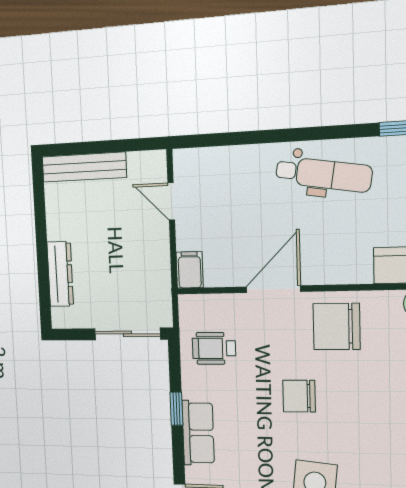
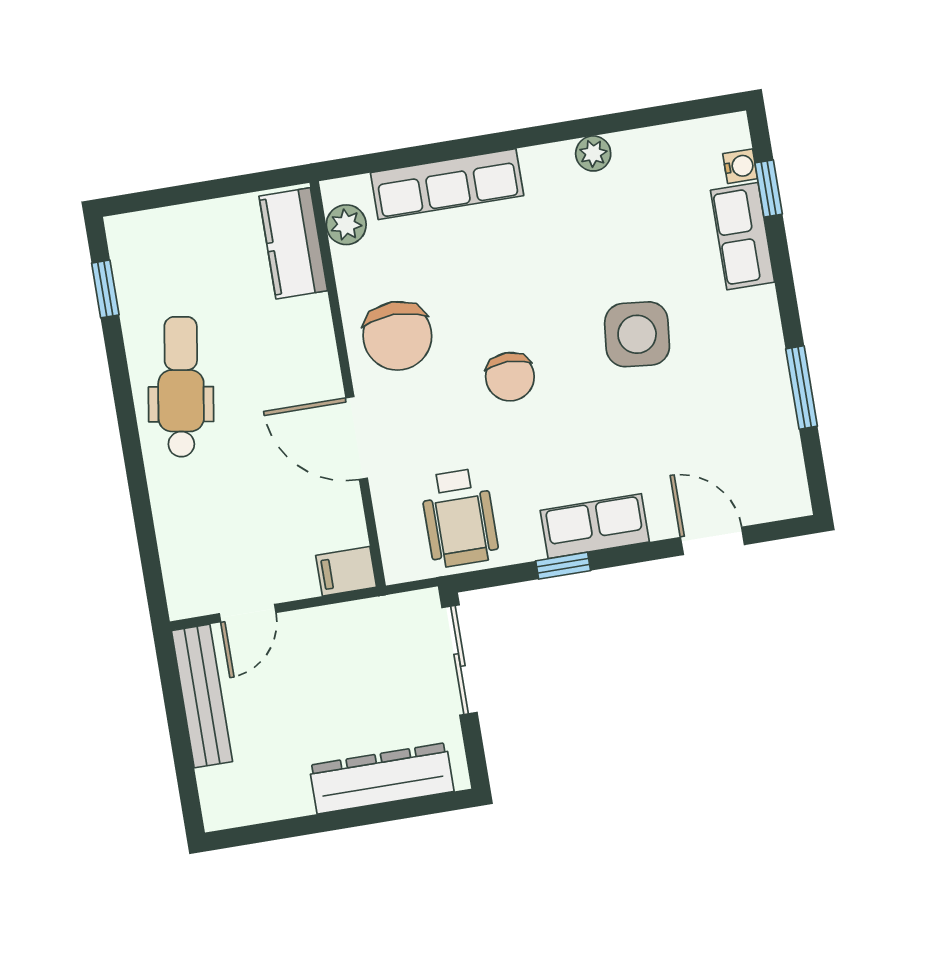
bench: (84, 167) -> (202, 696), moved
dresser: (60, 274) -> (382, 778), width x1.37, depth x1.24
wheelchair: (214, 348) -> (459, 518), width x1.36, depth x1.37

